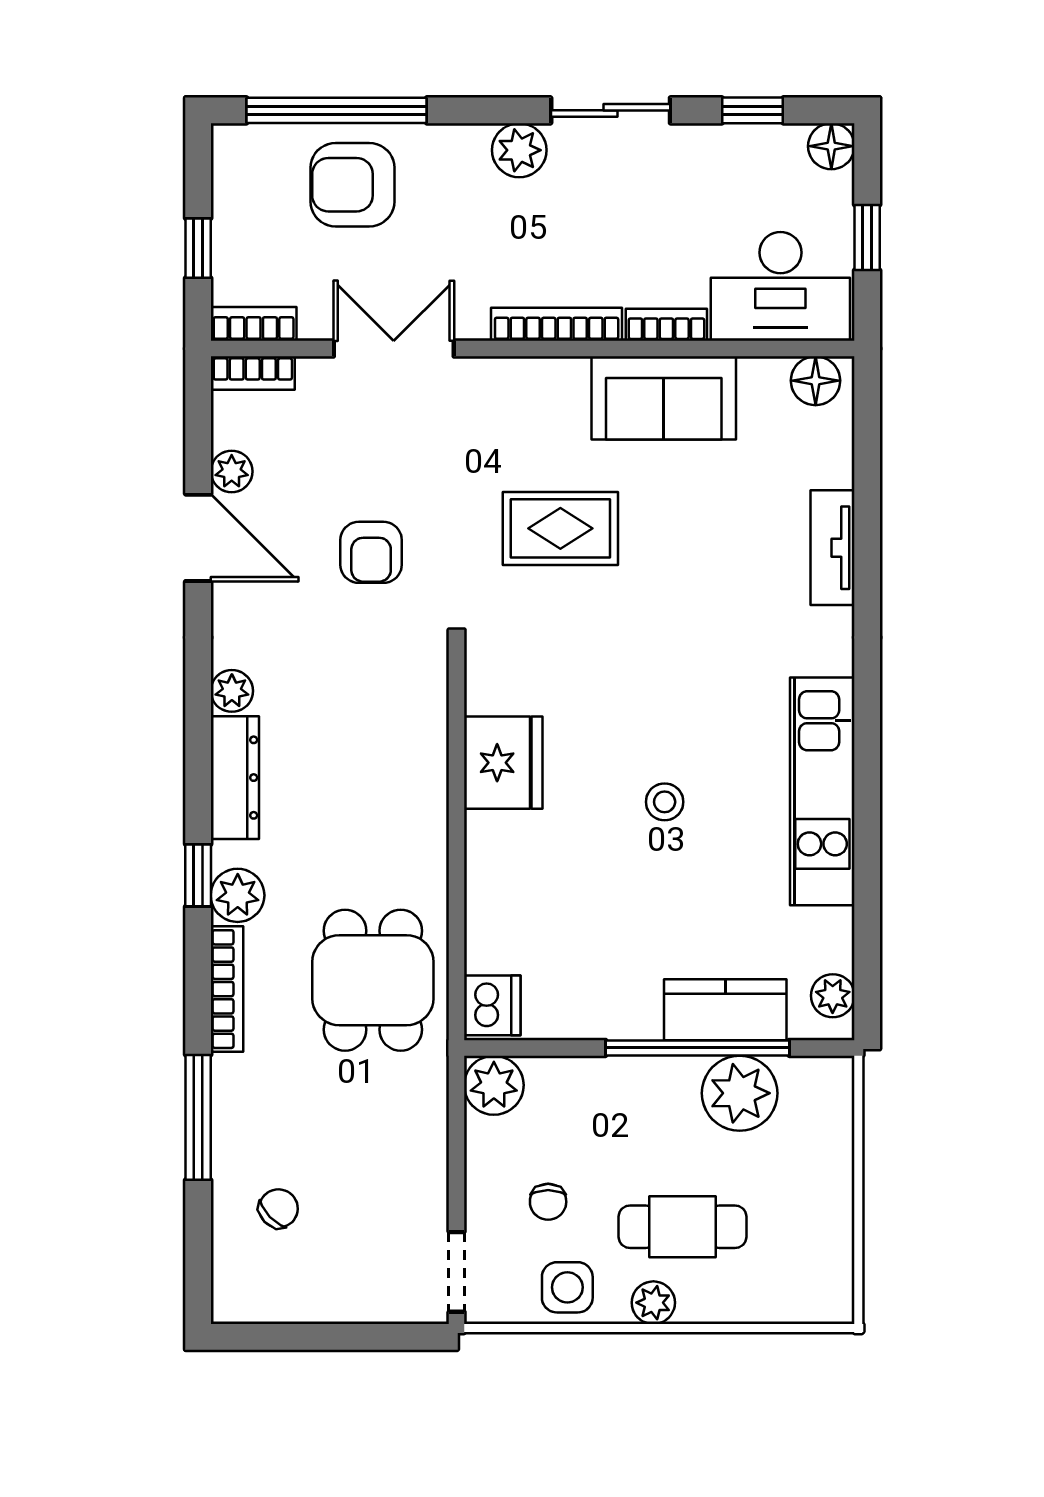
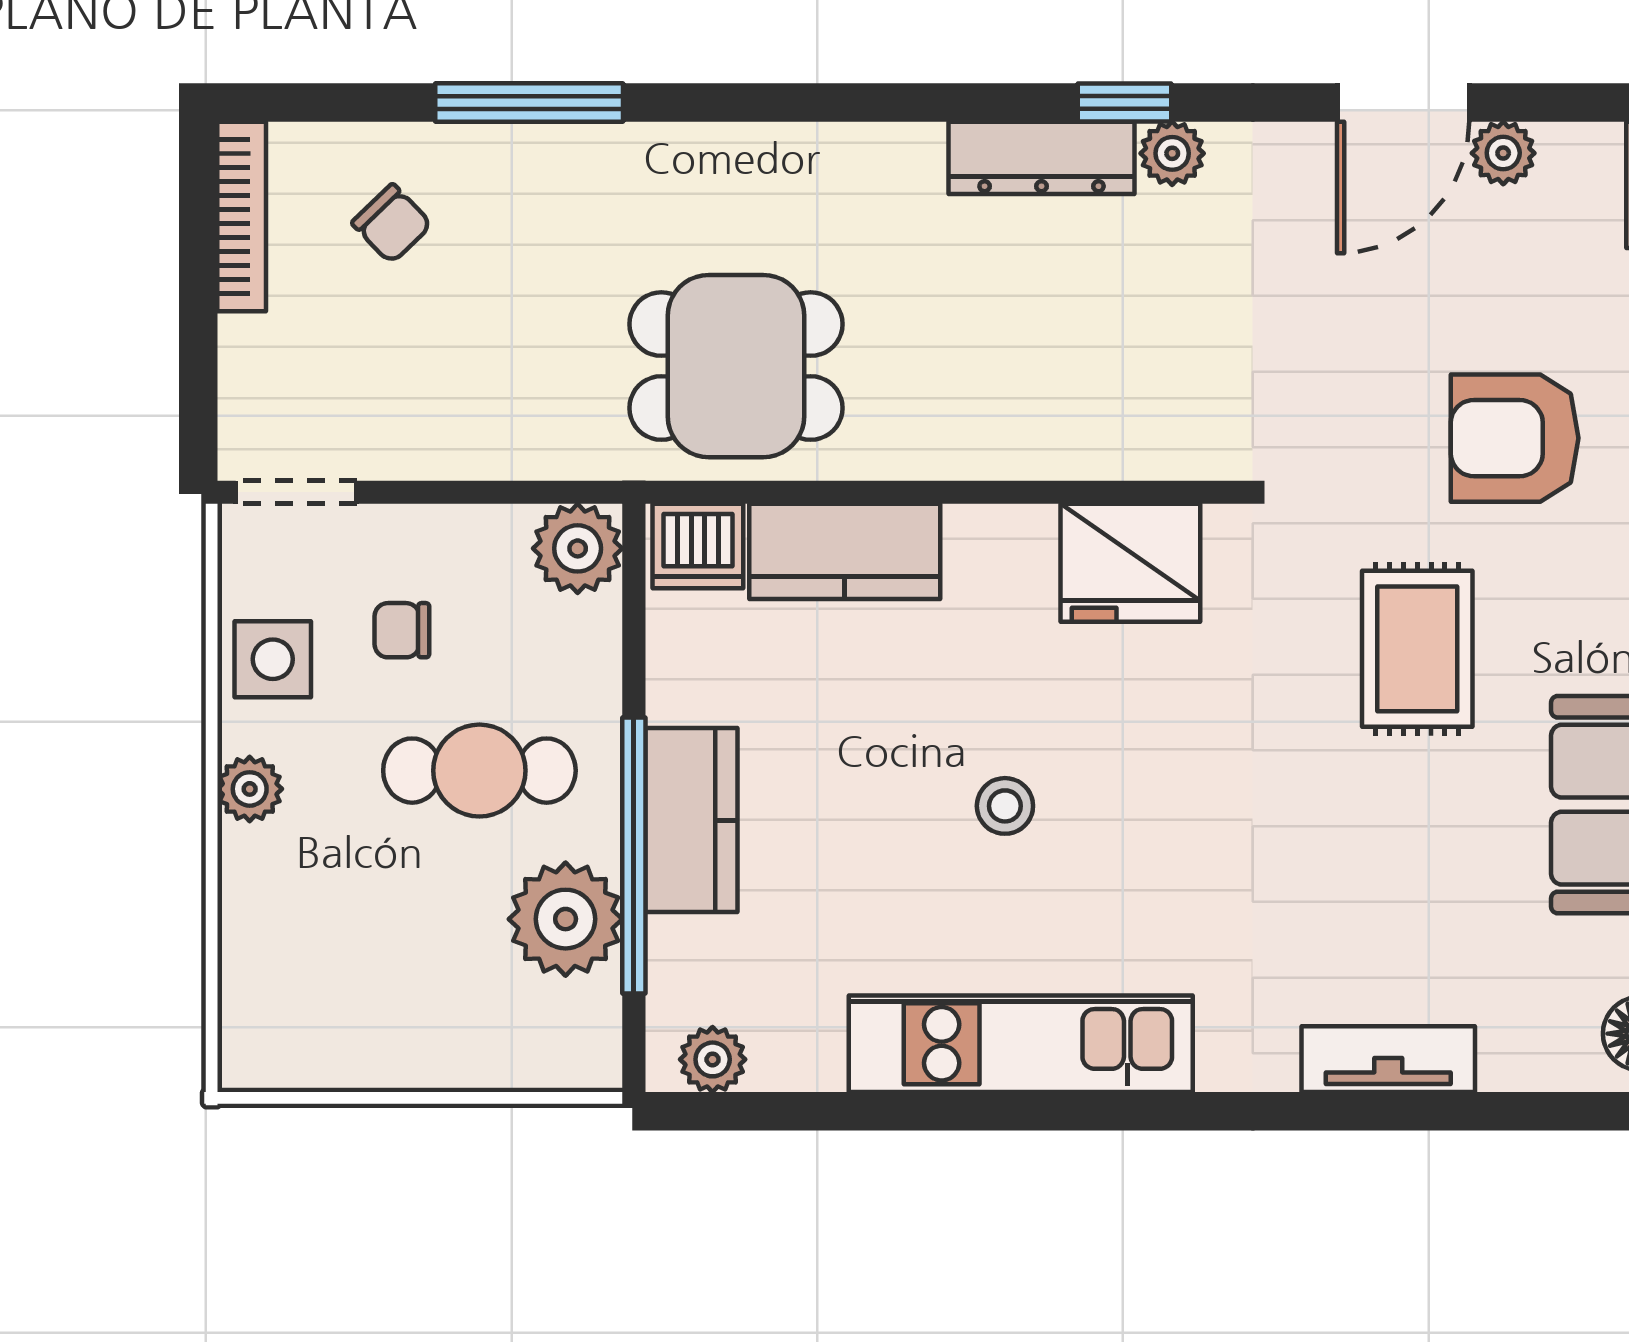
armchair: (371, 552) -> (1515, 438), moved, width x1.38, depth x1.38
fridge: (503, 763) -> (1130, 563), moved
window: (198, 875) -> (1125, 102), moved
plant: (238, 895) -> (864, 162), removed
kitchen counter: (496, 908) -> (845, 551), added
bookcase: (227, 989) -> (242, 216), moved, turned -90
kitchen counter: (725, 1010) -> (691, 820), moved
cafe table: (682, 1227) -> (479, 771), moved, turned 90

